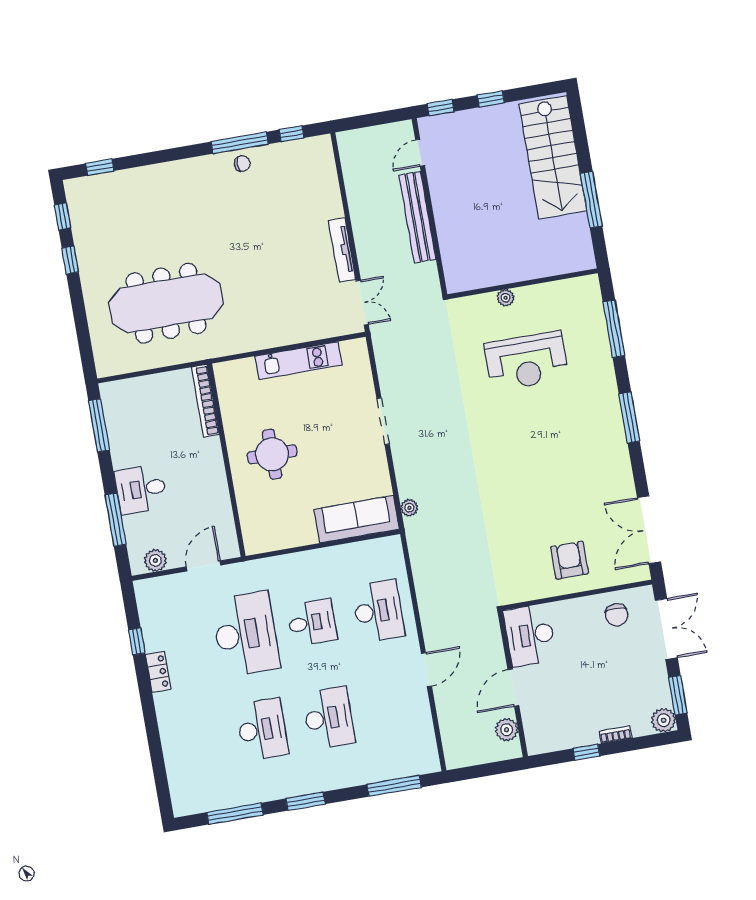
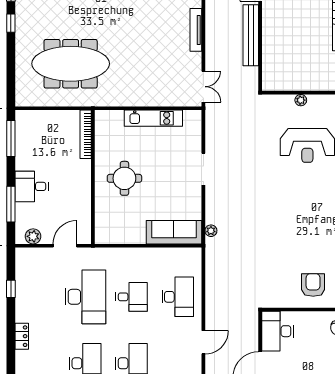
tv unit: (342, 250) -> (196, 30), moved
locker: (158, 672) -> (22, 336), moved

